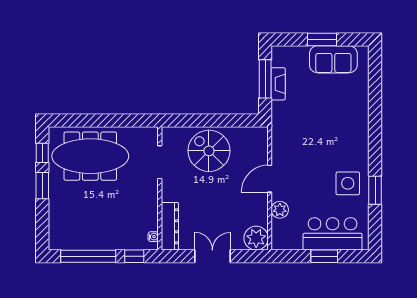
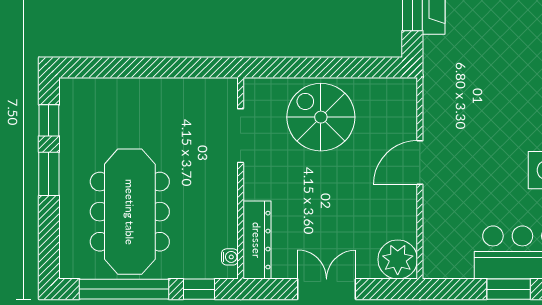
meeting table: (90, 156) -> (130, 212), moved, turned 90
plant: (280, 210) -> (436, 213), removed

